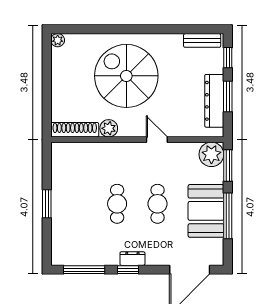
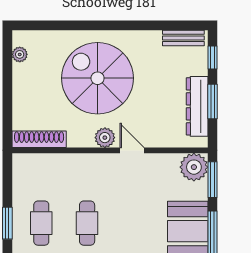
plant: (58, 40) -> (20, 54), moved
plant: (109, 128) -> (105, 138), moved
cafe table: (158, 204) -> (41, 223), moved

